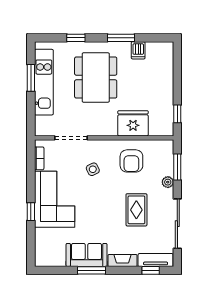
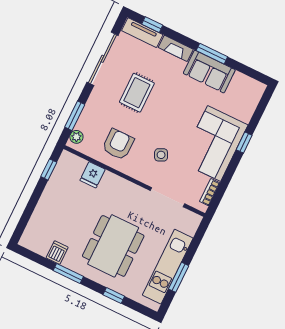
fridge: (133, 123) -> (92, 175), width x0.53, depth x0.75
plant: (168, 182) -> (76, 137), moved

